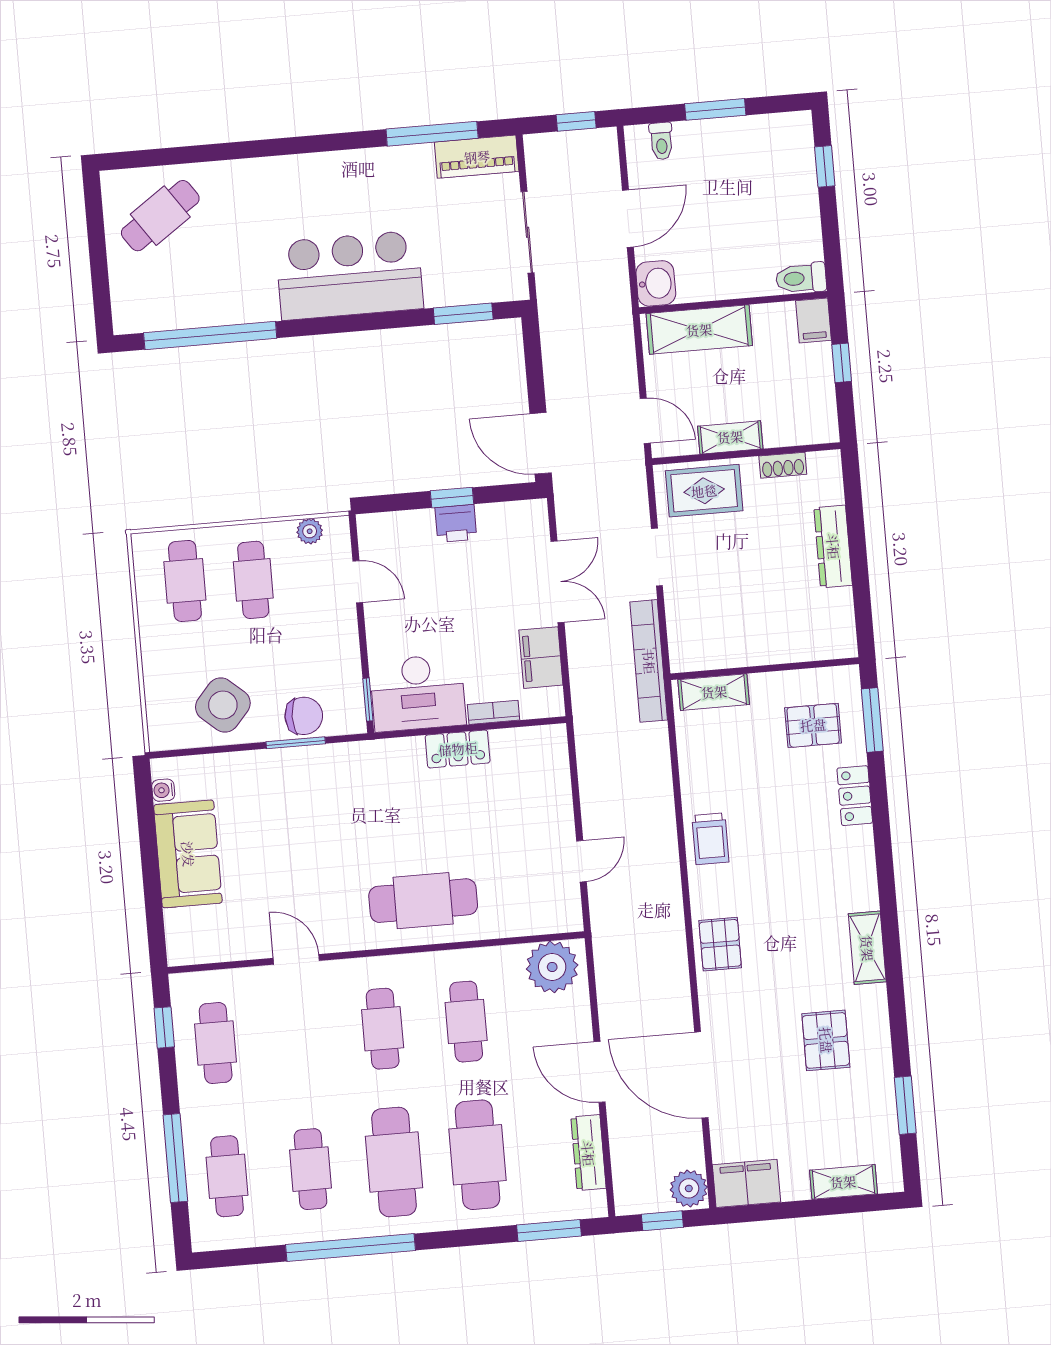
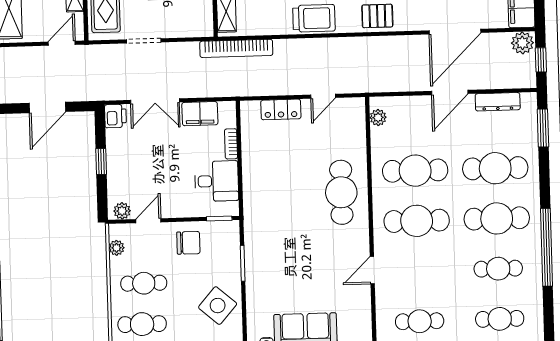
door: (541, 443) -> (47, 107), moved
printer: (456, 523) -> (115, 116), moved
plant: (372, 537) -> (122, 211), added
double door: (557, 582) -> (155, 101), swing flipped
bookcase: (649, 661) -> (236, 48), moved
desk: (418, 693) -> (217, 181), width x0.73
chair: (304, 716) -> (188, 243), moved, turned 89
locker: (458, 749) -> (281, 109), moved, turned 90
trolley: (710, 839) -> (314, 18), width x1.36, depth x1.39
door: (581, 861) -> (323, 96), swing flipped
plant: (552, 967) -> (378, 117), width x0.53, depth x0.53
cafe table: (466, 1022) -> (415, 171), width x1.37, depth x1.35
cafe table: (383, 1029) -> (417, 221), width x1.37, depth x1.35

